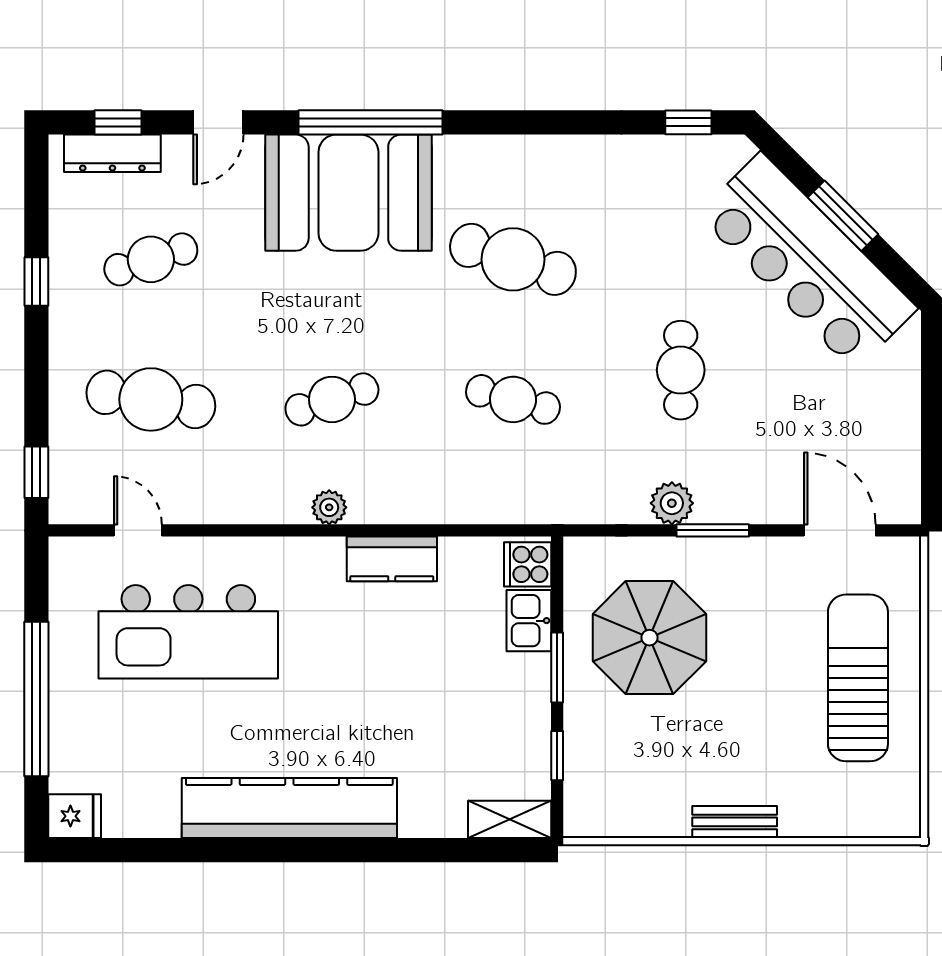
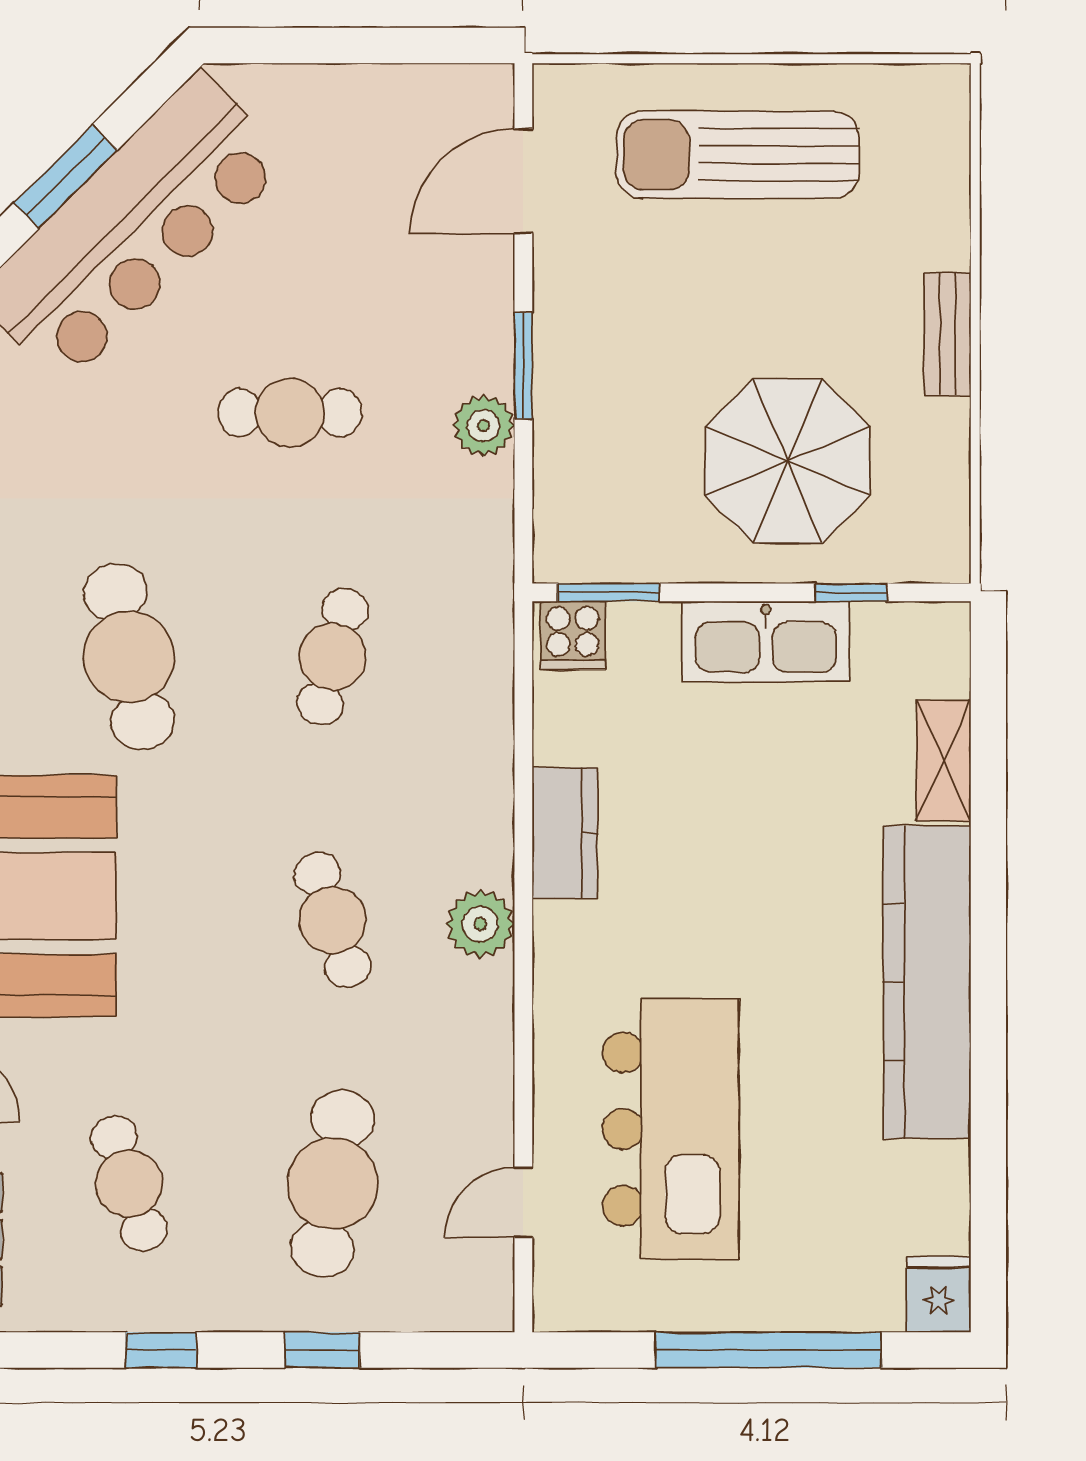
cafe table: (513, 259) -> (129, 657), turned -30
window: (36, 472) -> (322, 1350), moved
plant: (329, 507) -> (480, 924), width x1.38, depth x1.38
kitchen sink: (529, 621) -> (766, 641), moved, width x1.88, depth x1.24
parasol: (649, 638) -> (788, 461), moved
window: (557, 668) -> (608, 592), moved
shelving: (510, 819) -> (944, 760), moved

